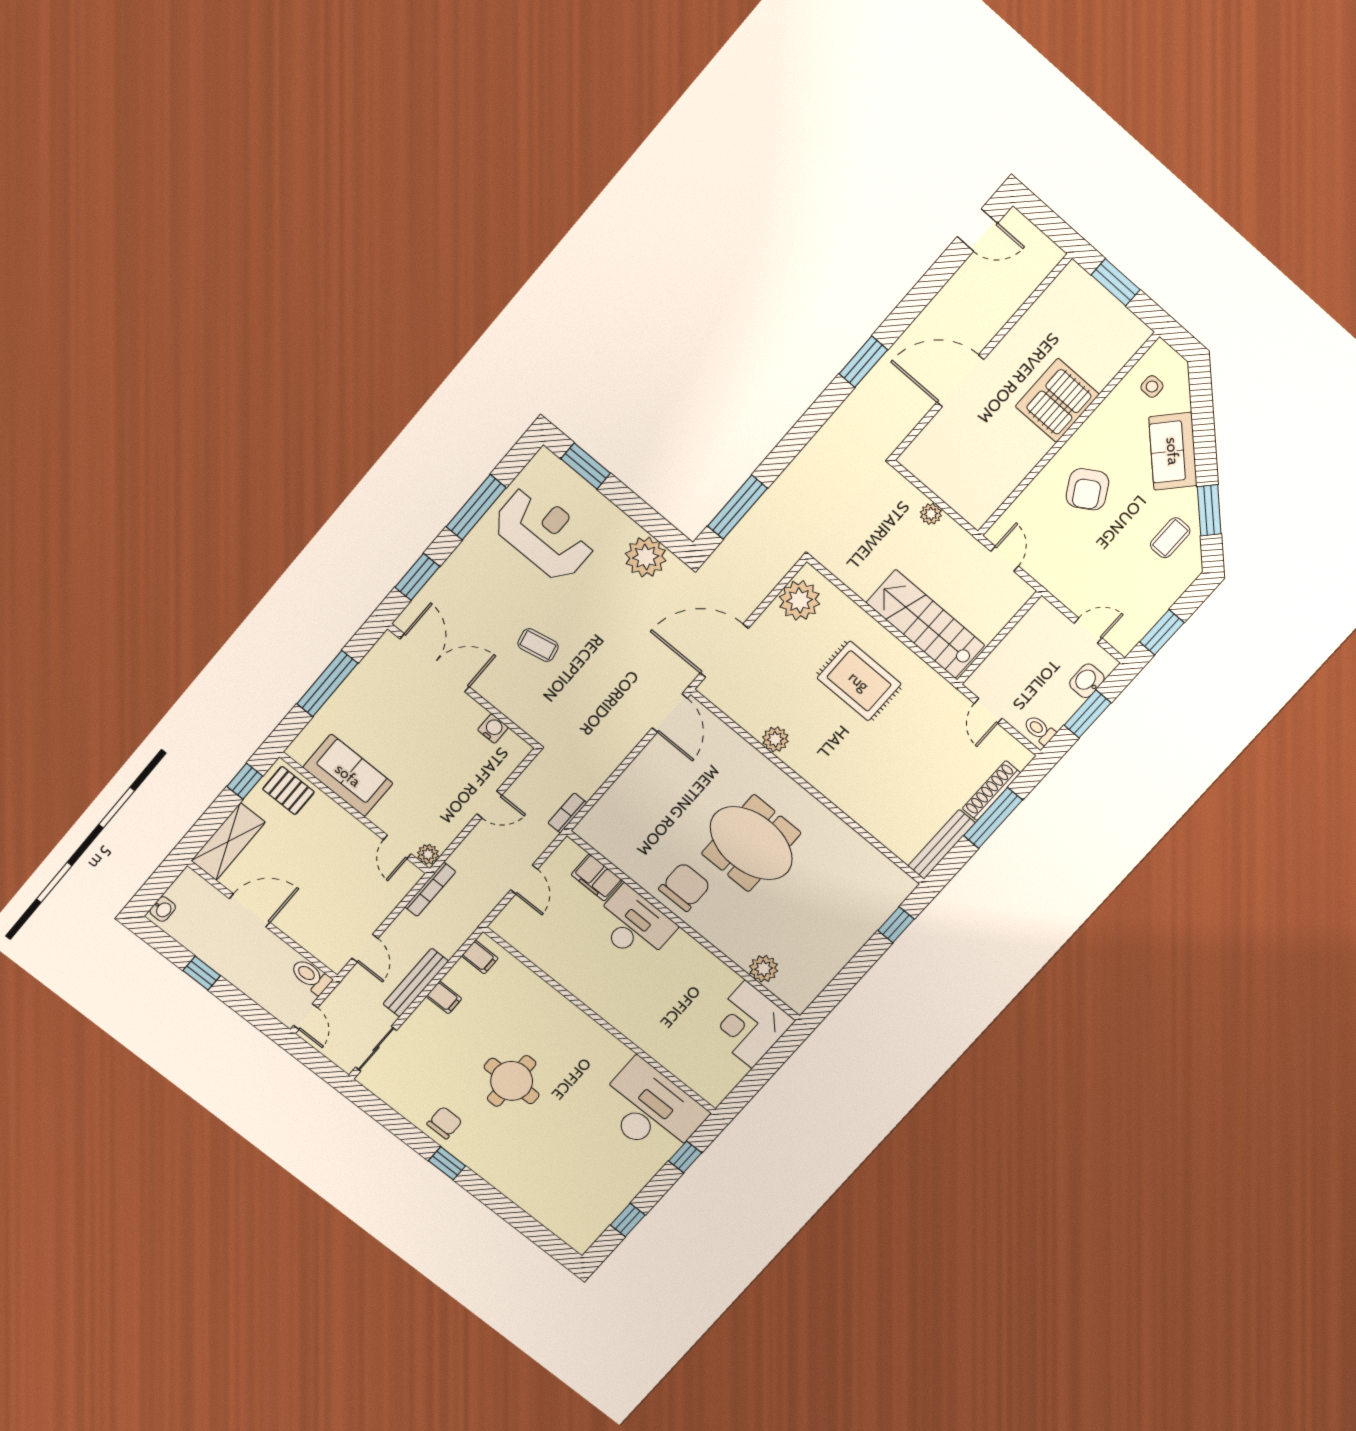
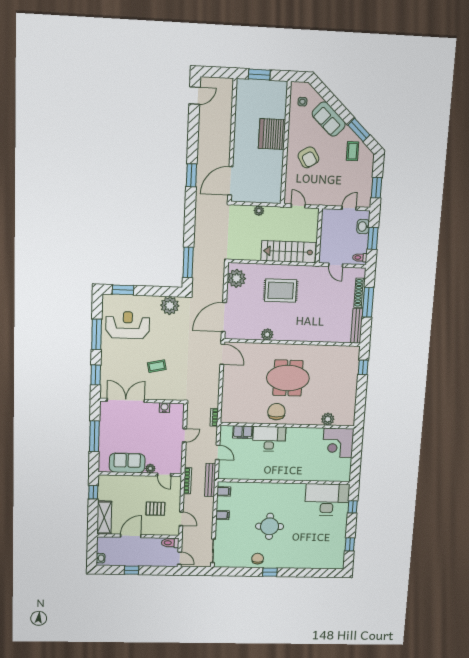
door: (960, 381) -> (230, 181), moved
pallet: (288, 791) -> (155, 509), moved
plant: (428, 854) -> (150, 469), moved
bench: (416, 983) -> (210, 480), moved

